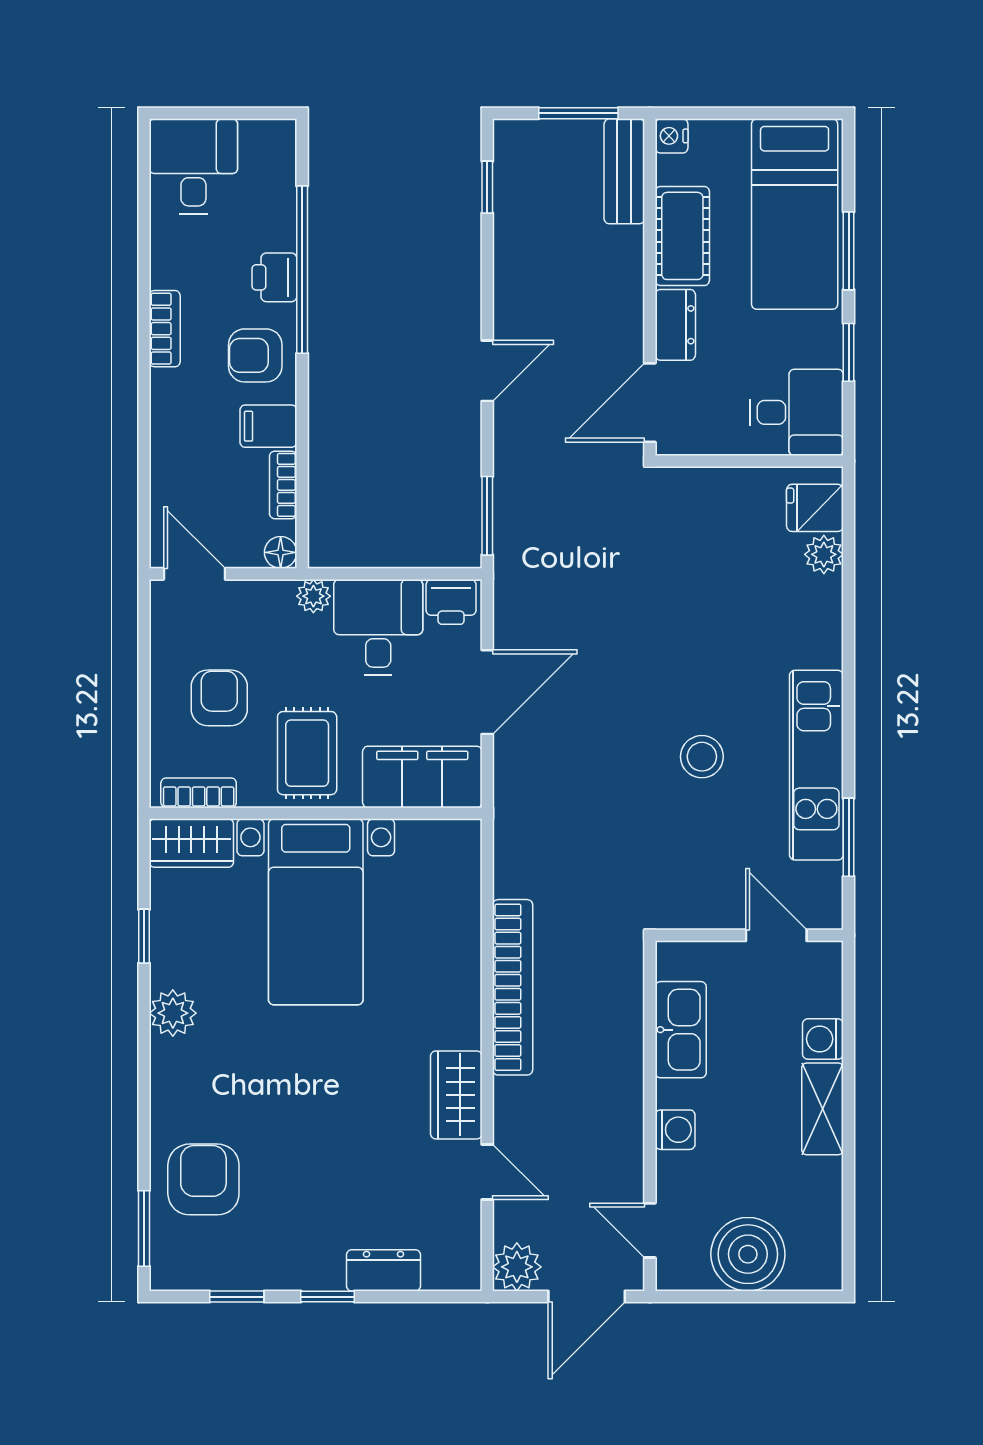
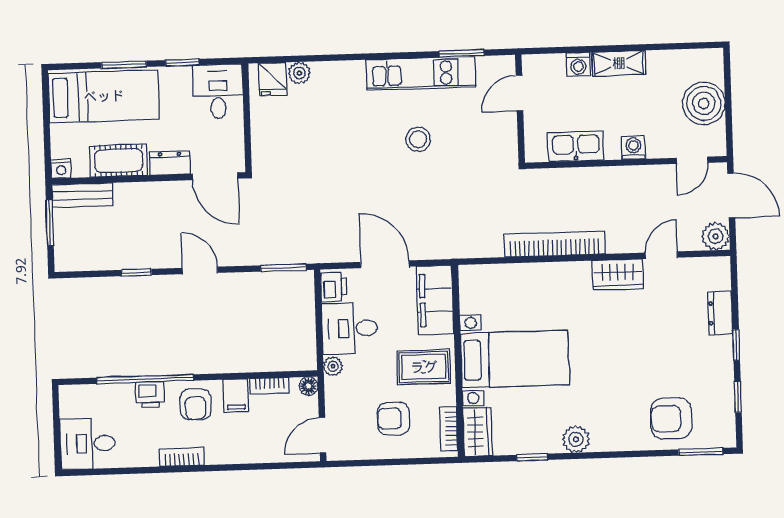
window: (487, 187) -> (136, 273), moved

